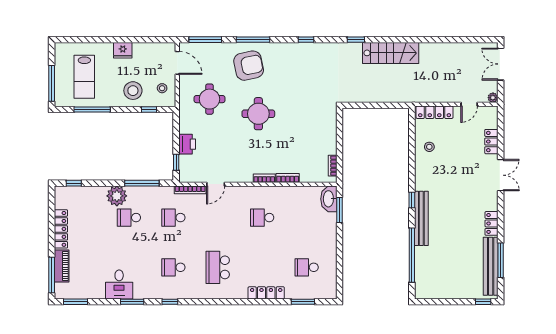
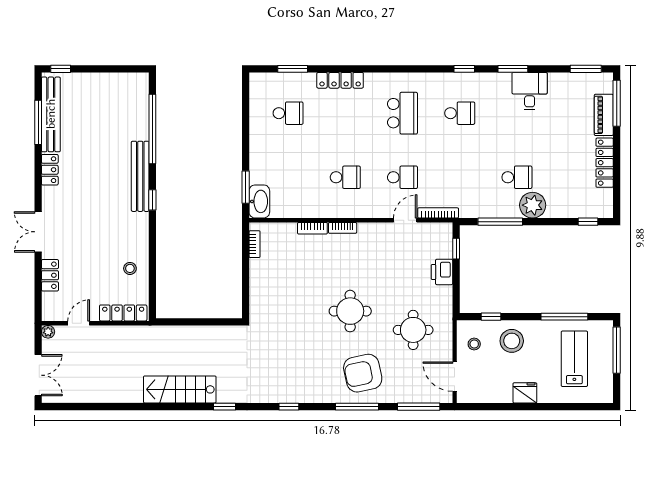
school desk: (173, 218) -> (402, 177), moved

